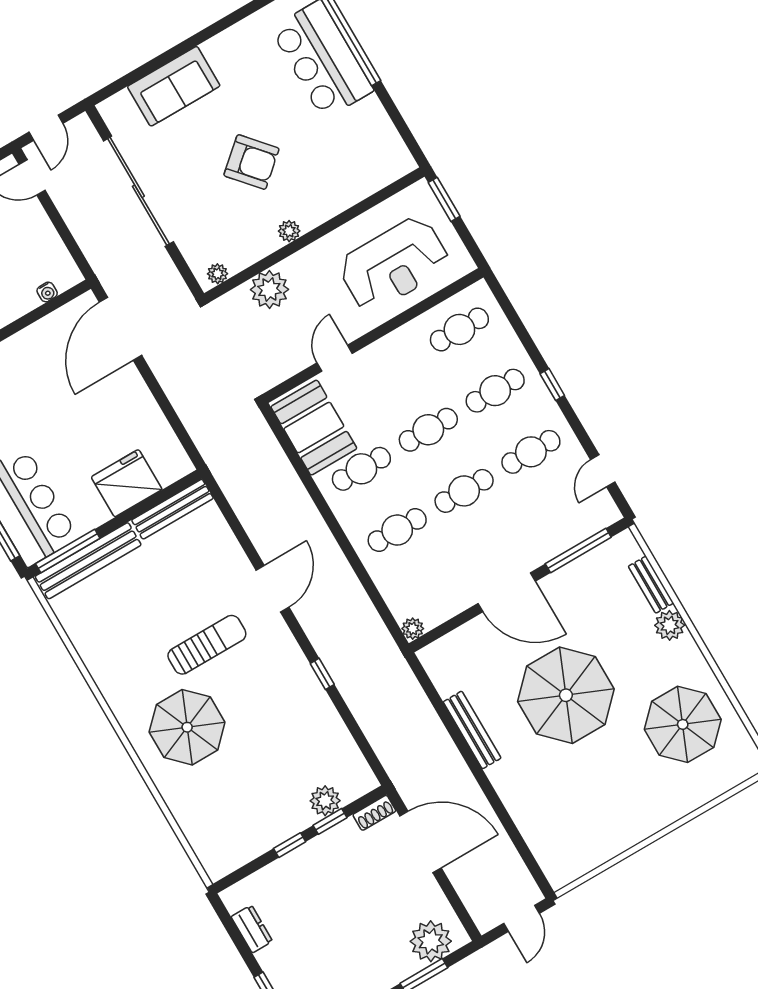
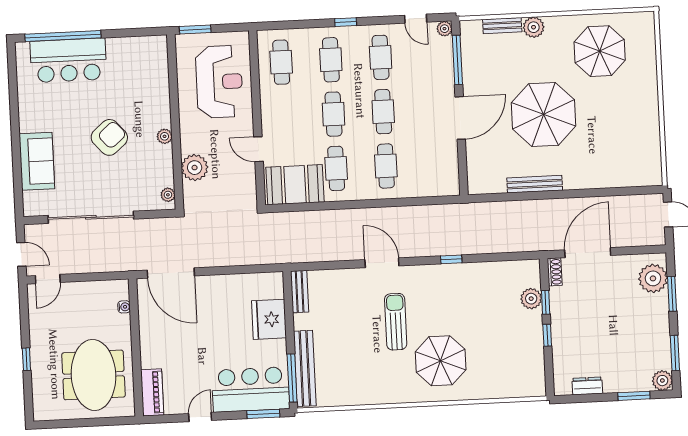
bench: (172, 509) -> (300, 292), width x0.73
plant: (413, 629) -> (444, 29), moved

